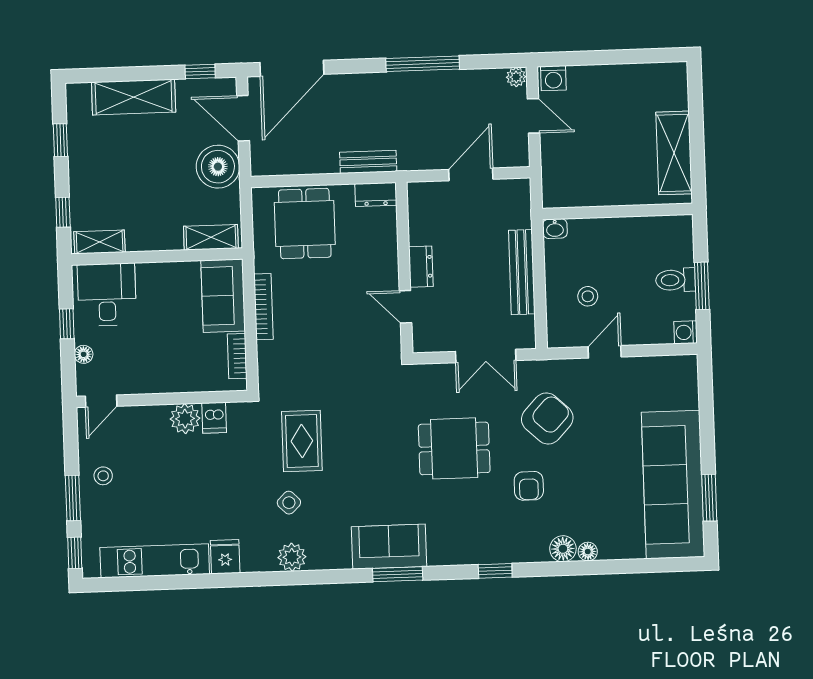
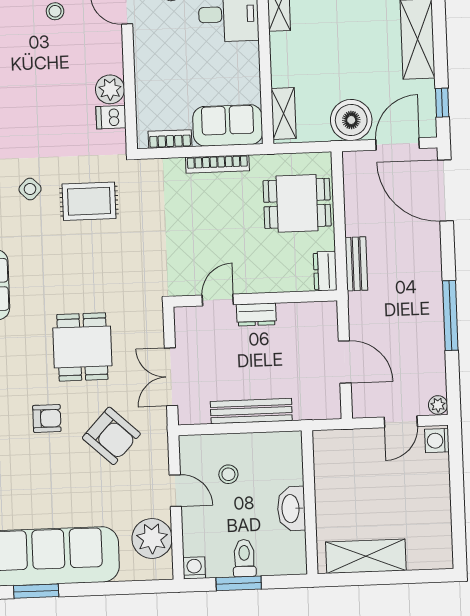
washbasin: (555, 229) -> (291, 509), moved, width x1.91, depth x1.45
plant: (655, 376) -> (152, 538), added
armchair: (529, 486) -> (47, 418), turned 180

